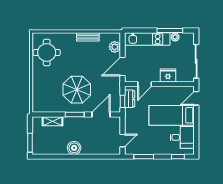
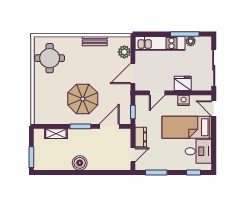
nightstand: (169, 91) -> (184, 100), added
door: (196, 98) -> (214, 108), hinge flipped
dresser: (130, 99) -> (141, 137), moved

